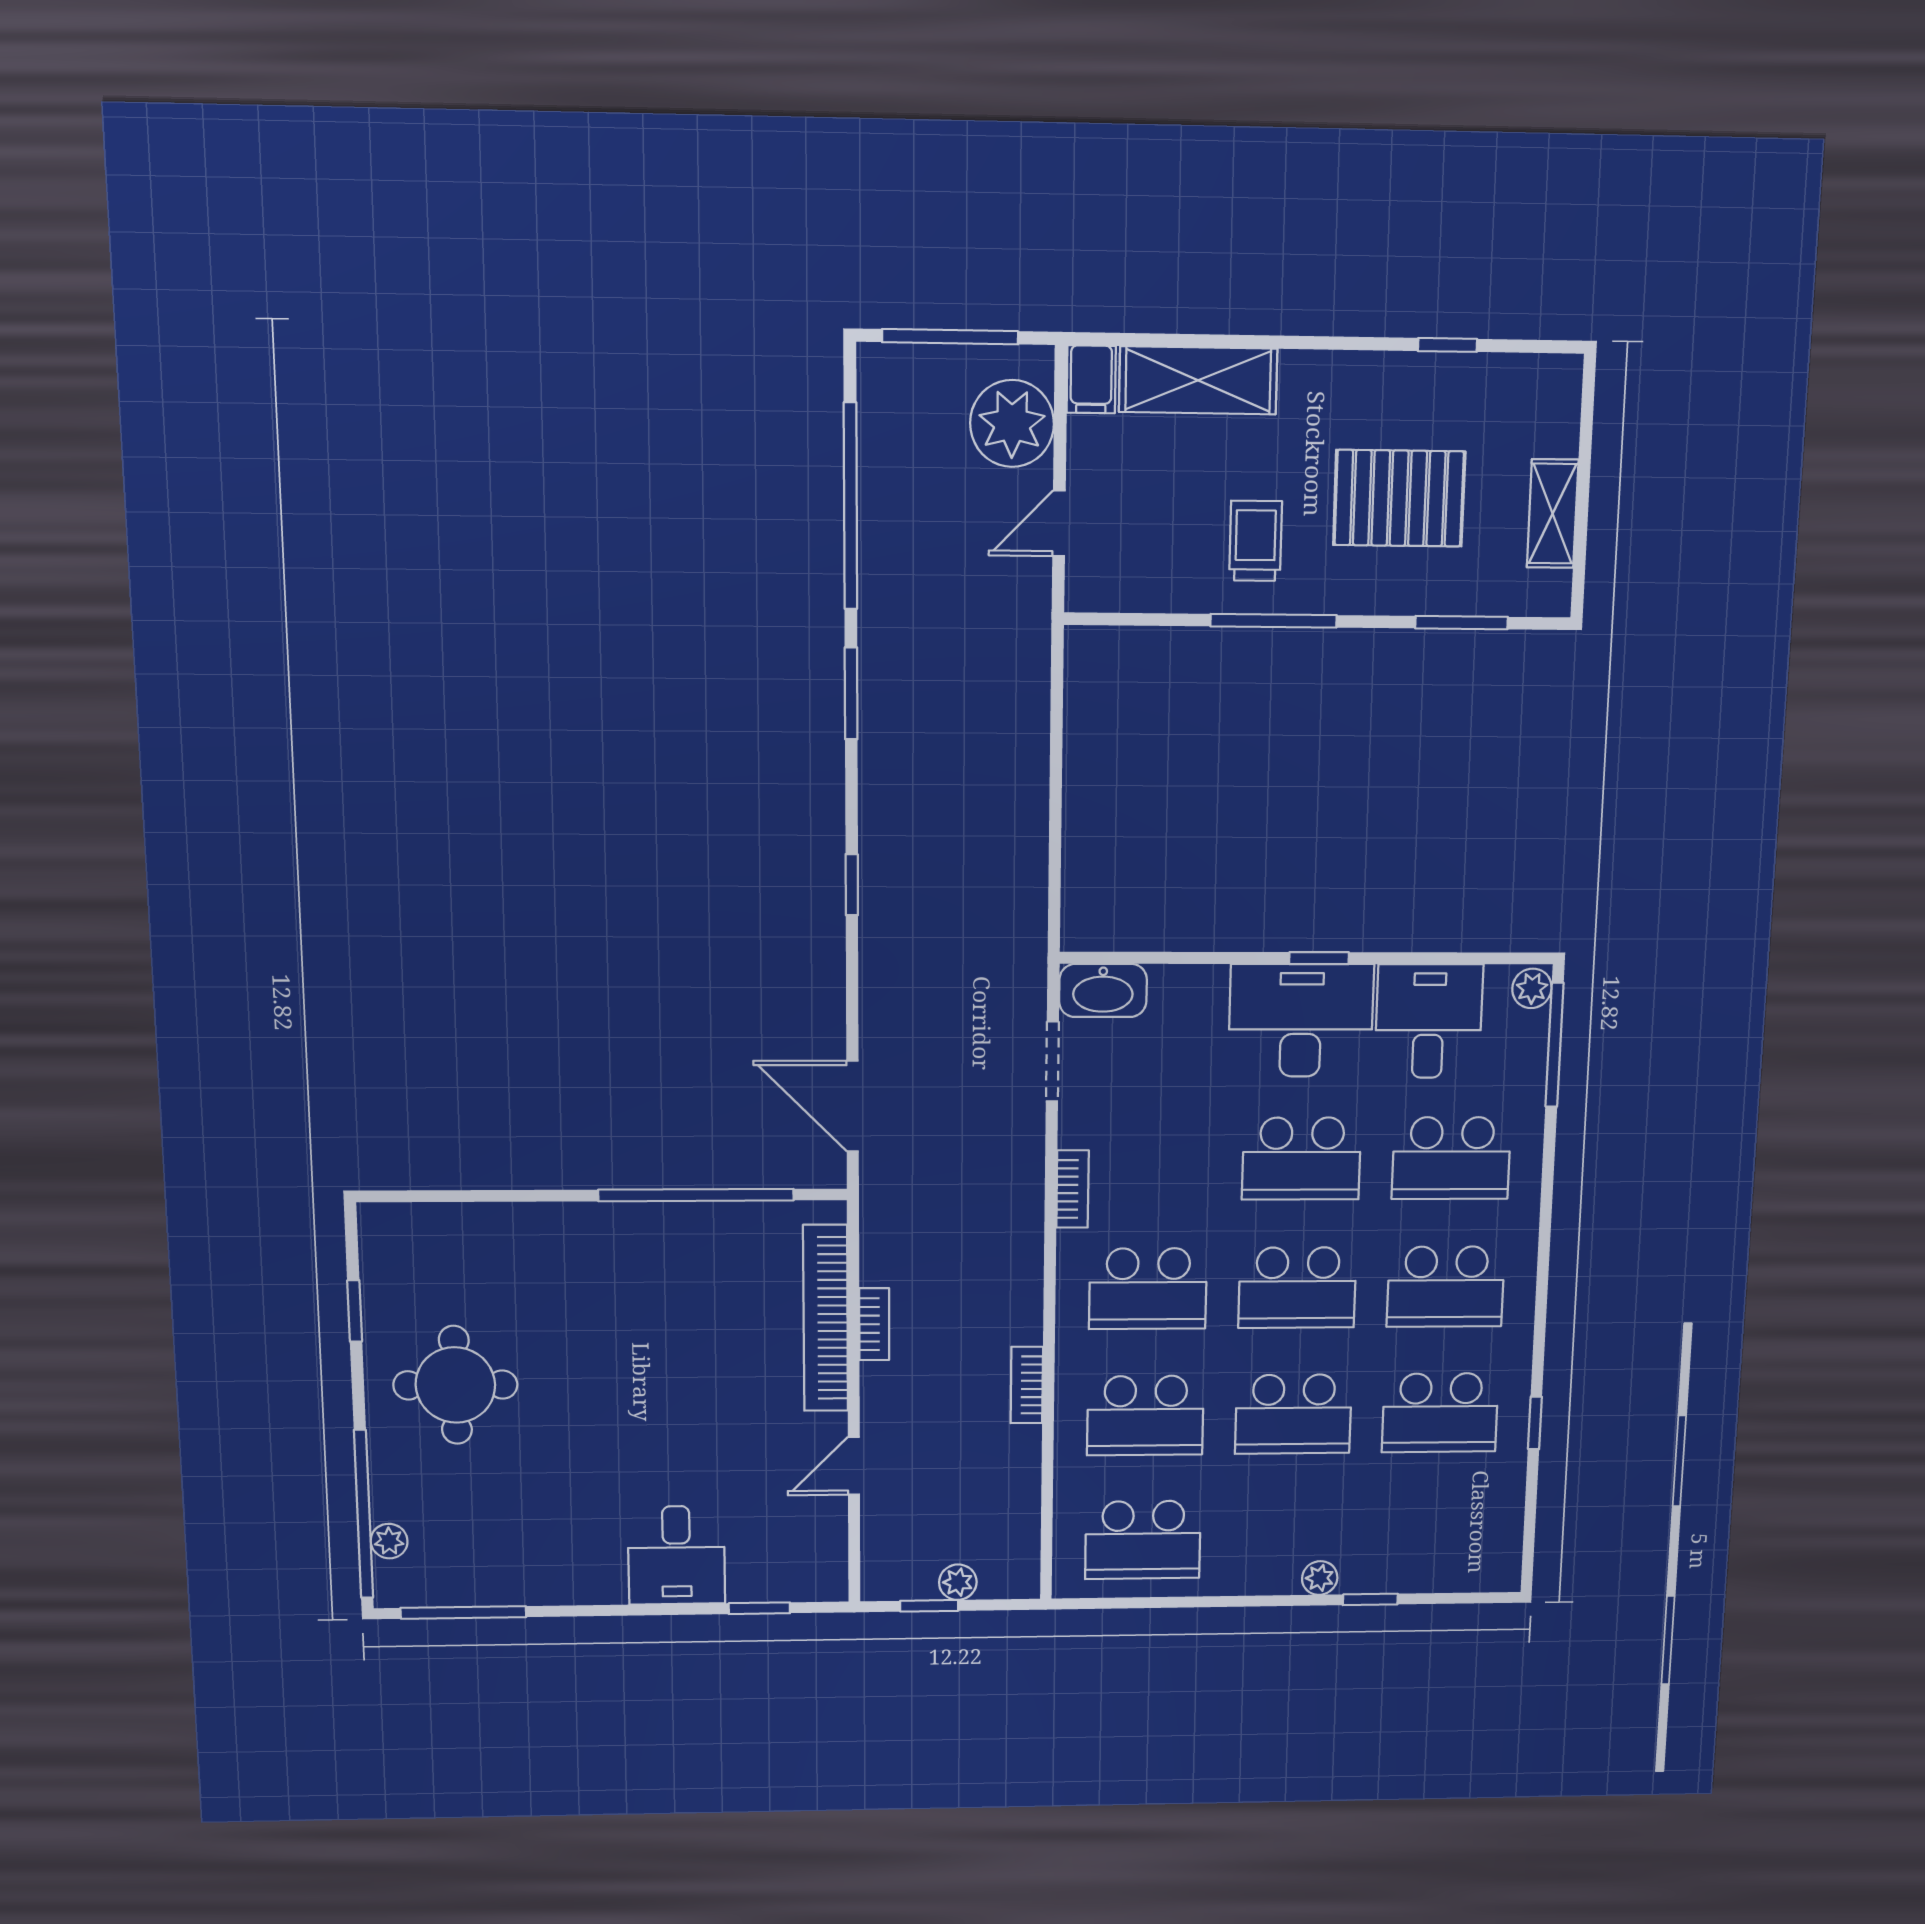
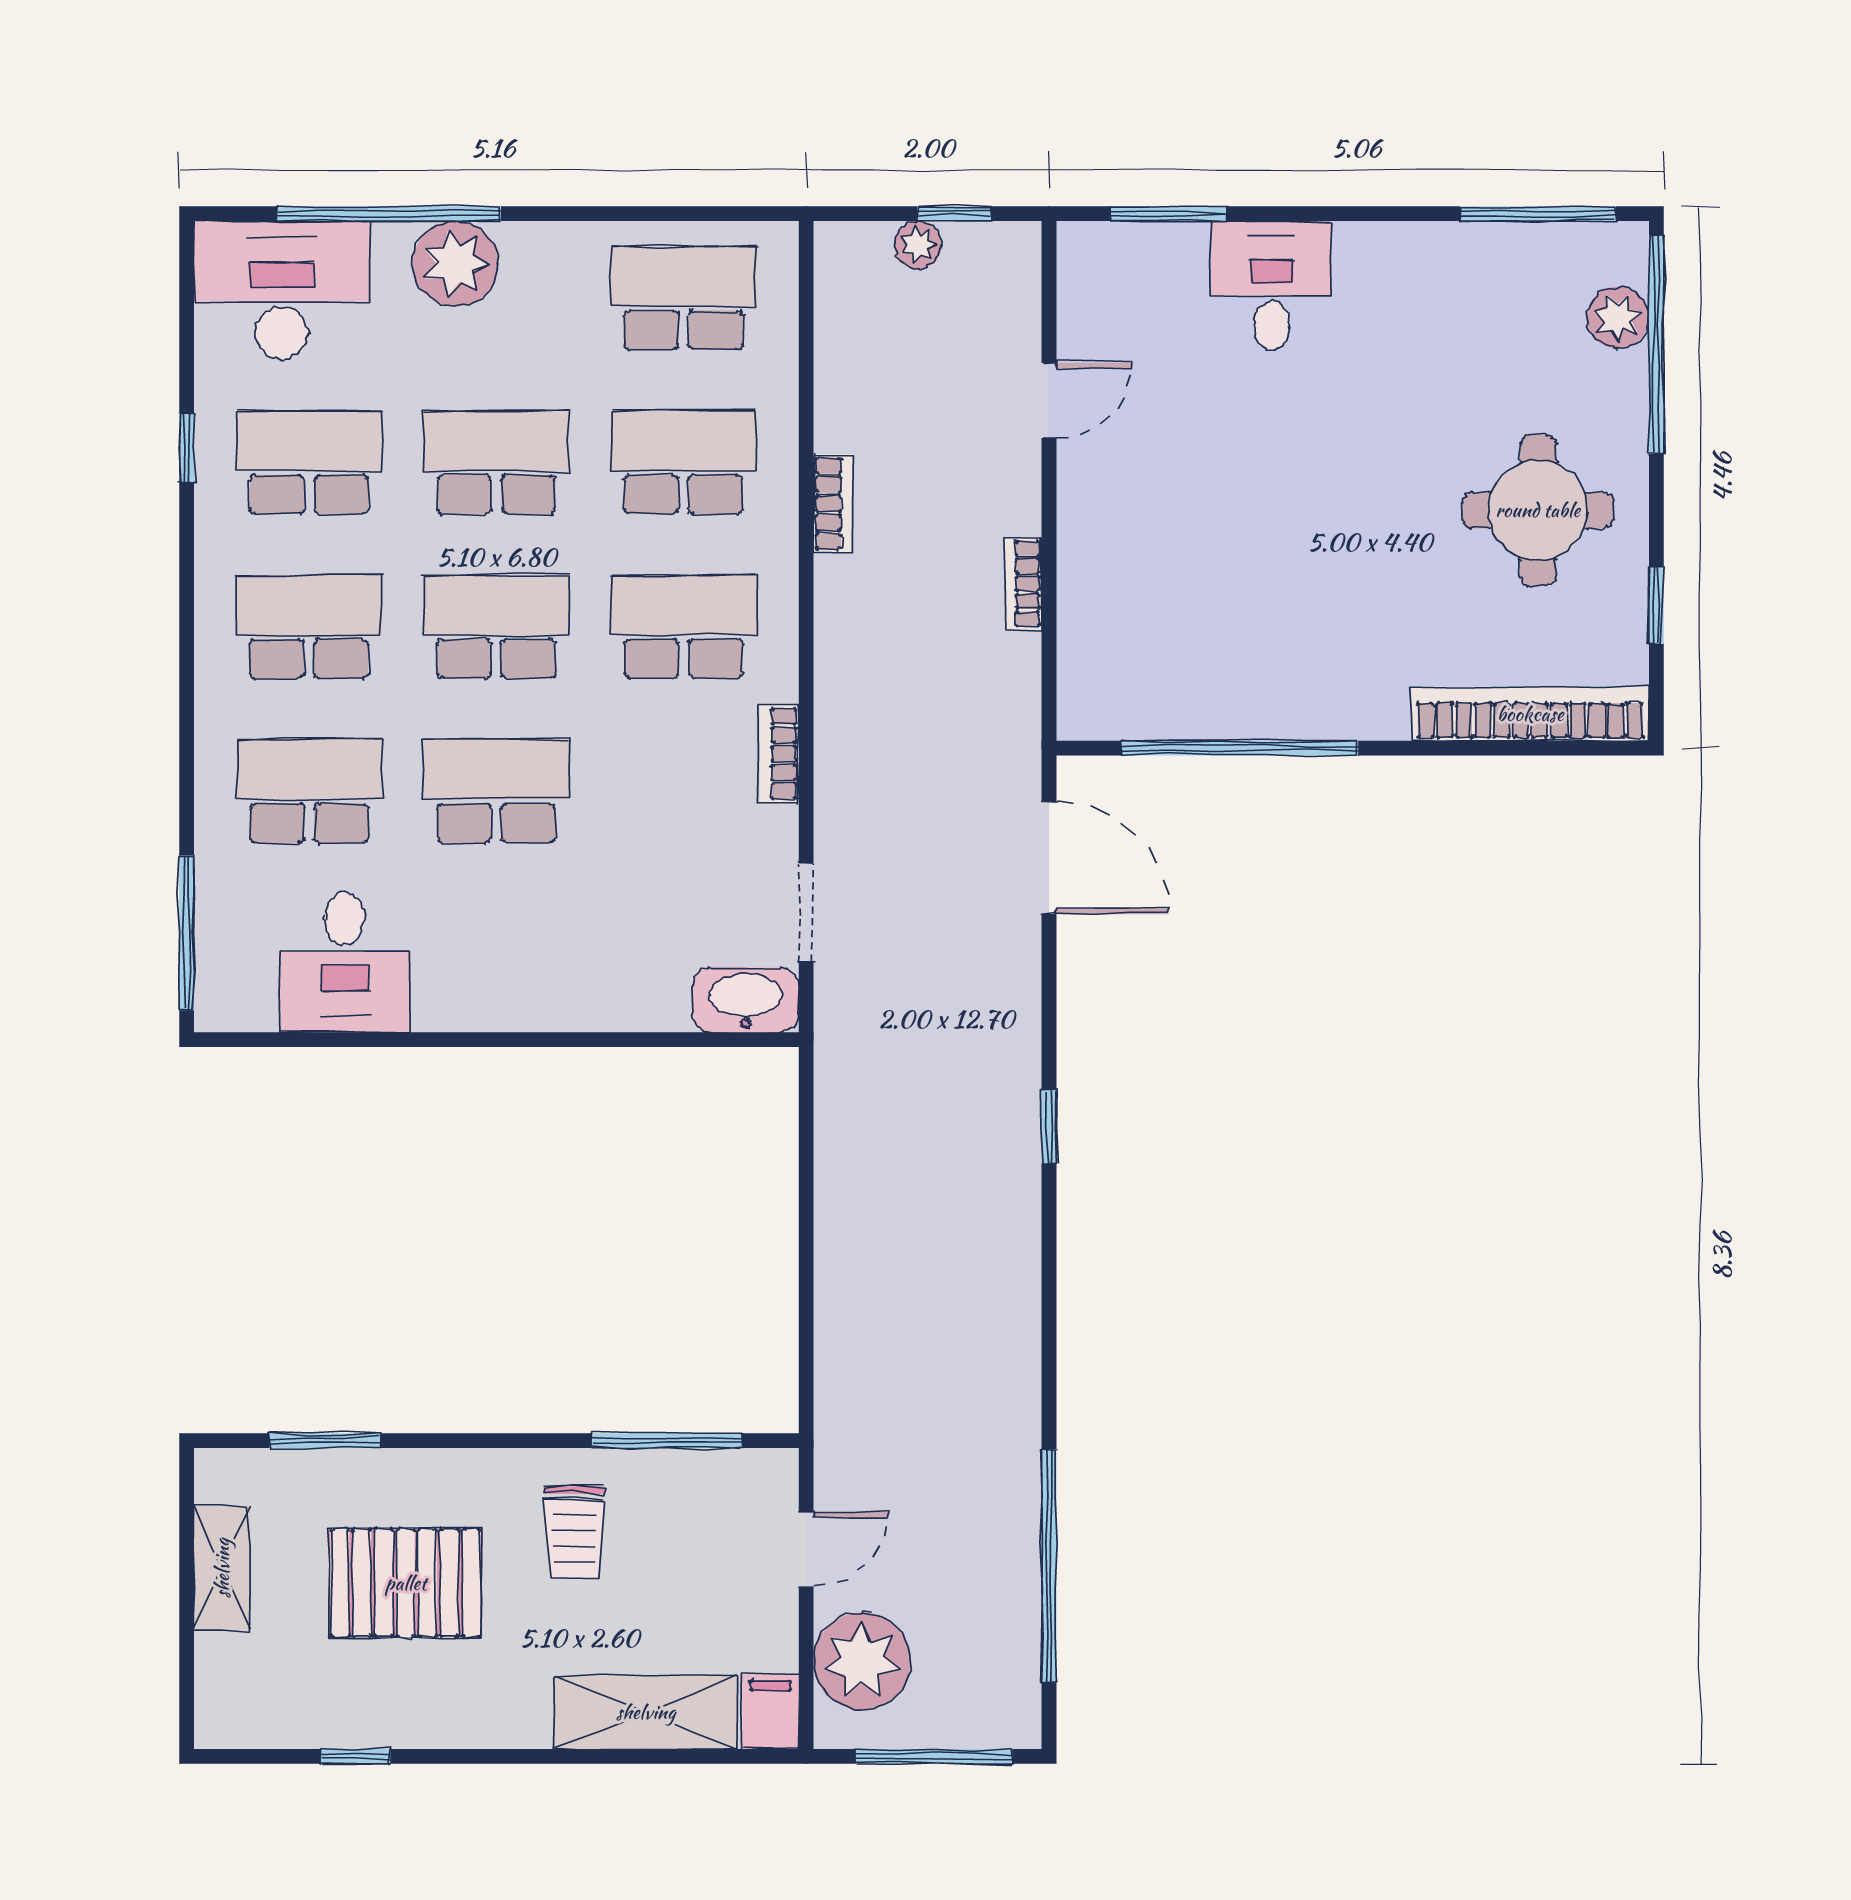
window: (1274, 621) -> (667, 1441), moved
window: (851, 693) -> (1049, 1352), removed
window: (1319, 958) -> (483, 1040), removed
plant: (1532, 988) -> (218, 1003), removed
desk: (1301, 1020) -> (282, 290), moved, turned 180
bookcase: (826, 1318) -> (1530, 714), moved, turned -90
plant: (389, 1541) -> (1618, 318), width x1.38, depth x1.38
plant: (1320, 1578) -> (455, 264), width x1.87, depth x1.87
window: (1370, 1599) -> (389, 214), width x3.17
window: (759, 1608) -> (1169, 214), width x1.50

